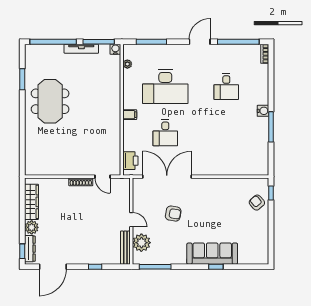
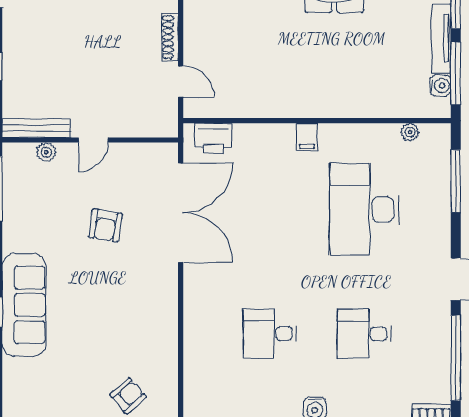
water cooler: (115, 49) -> (440, 86), moved
desk: (165, 133) -> (270, 334), moved
door: (103, 177) -> (181, 82), swing flipped
plant: (141, 243) -> (46, 152), width x0.53, depth x0.53

